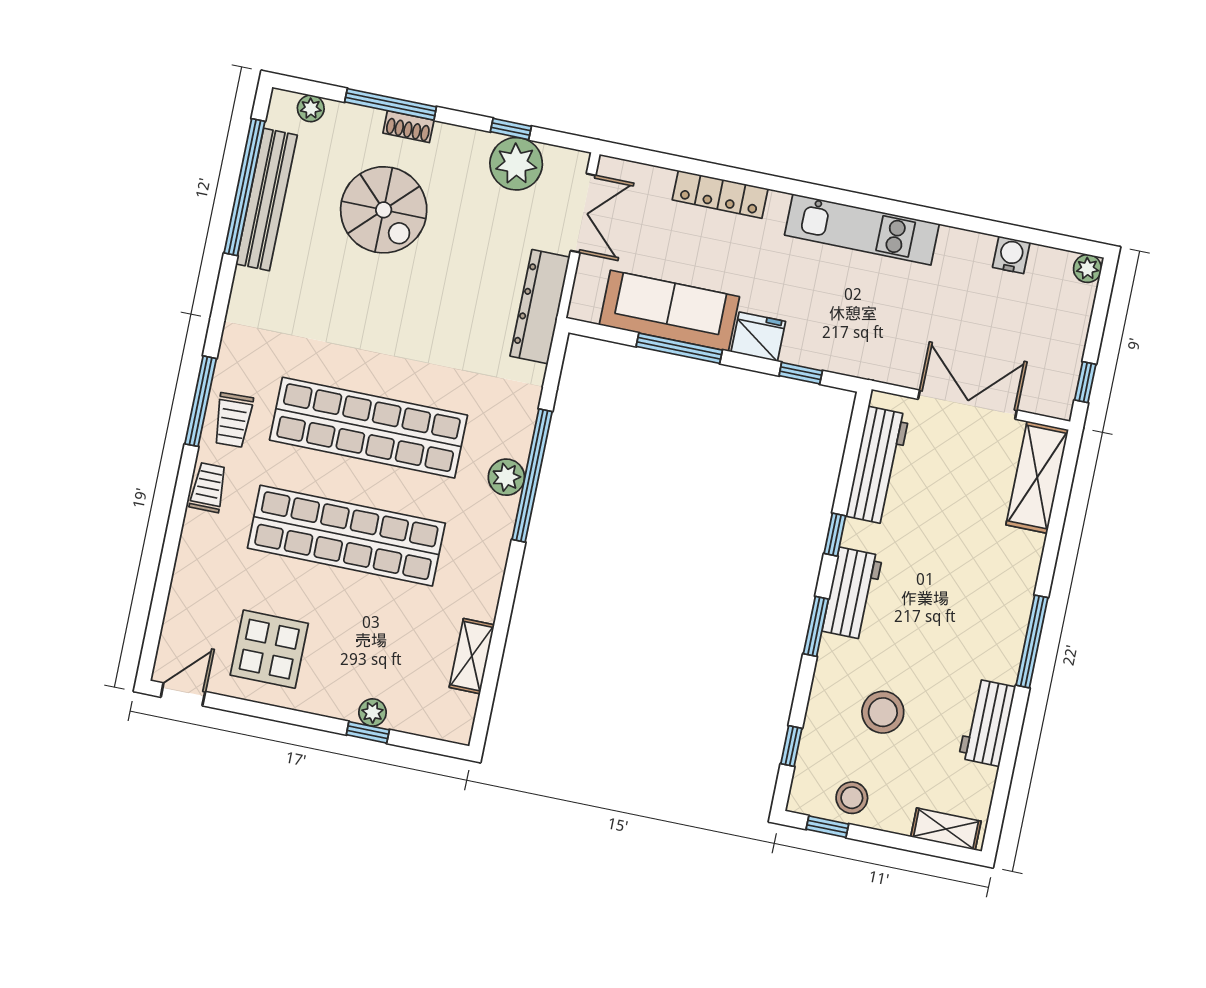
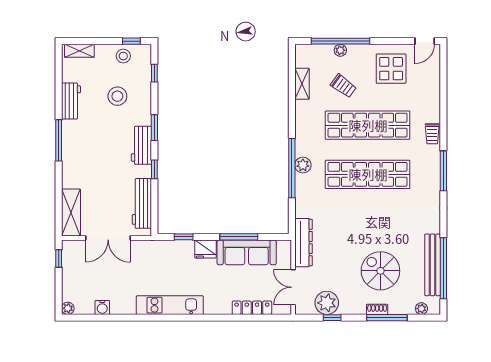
locker: (720, 194) -> (252, 308), moved
trolley: (233, 420) -> (343, 86), moved, turned 128
window: (368, 732) -> (341, 41), width x3.17

